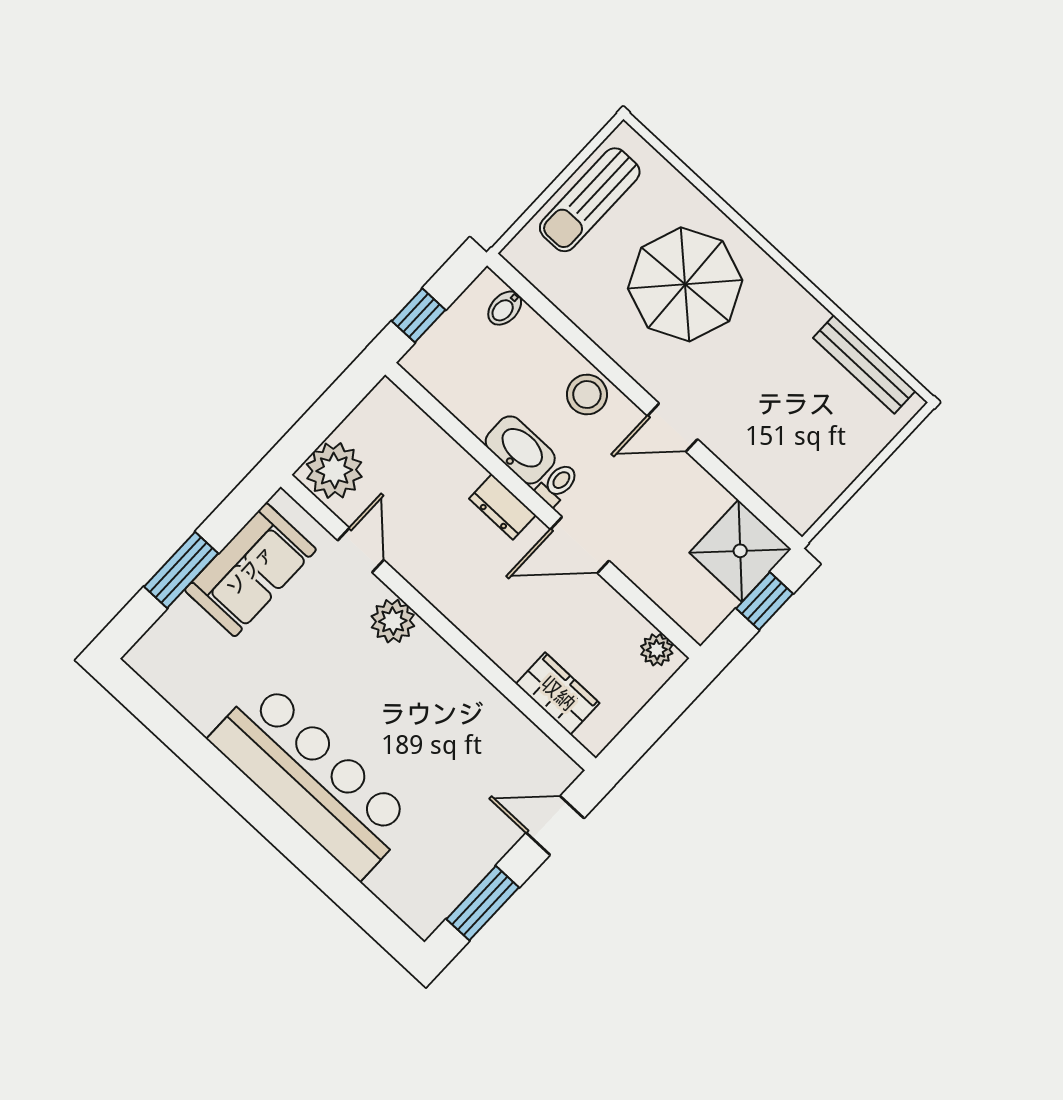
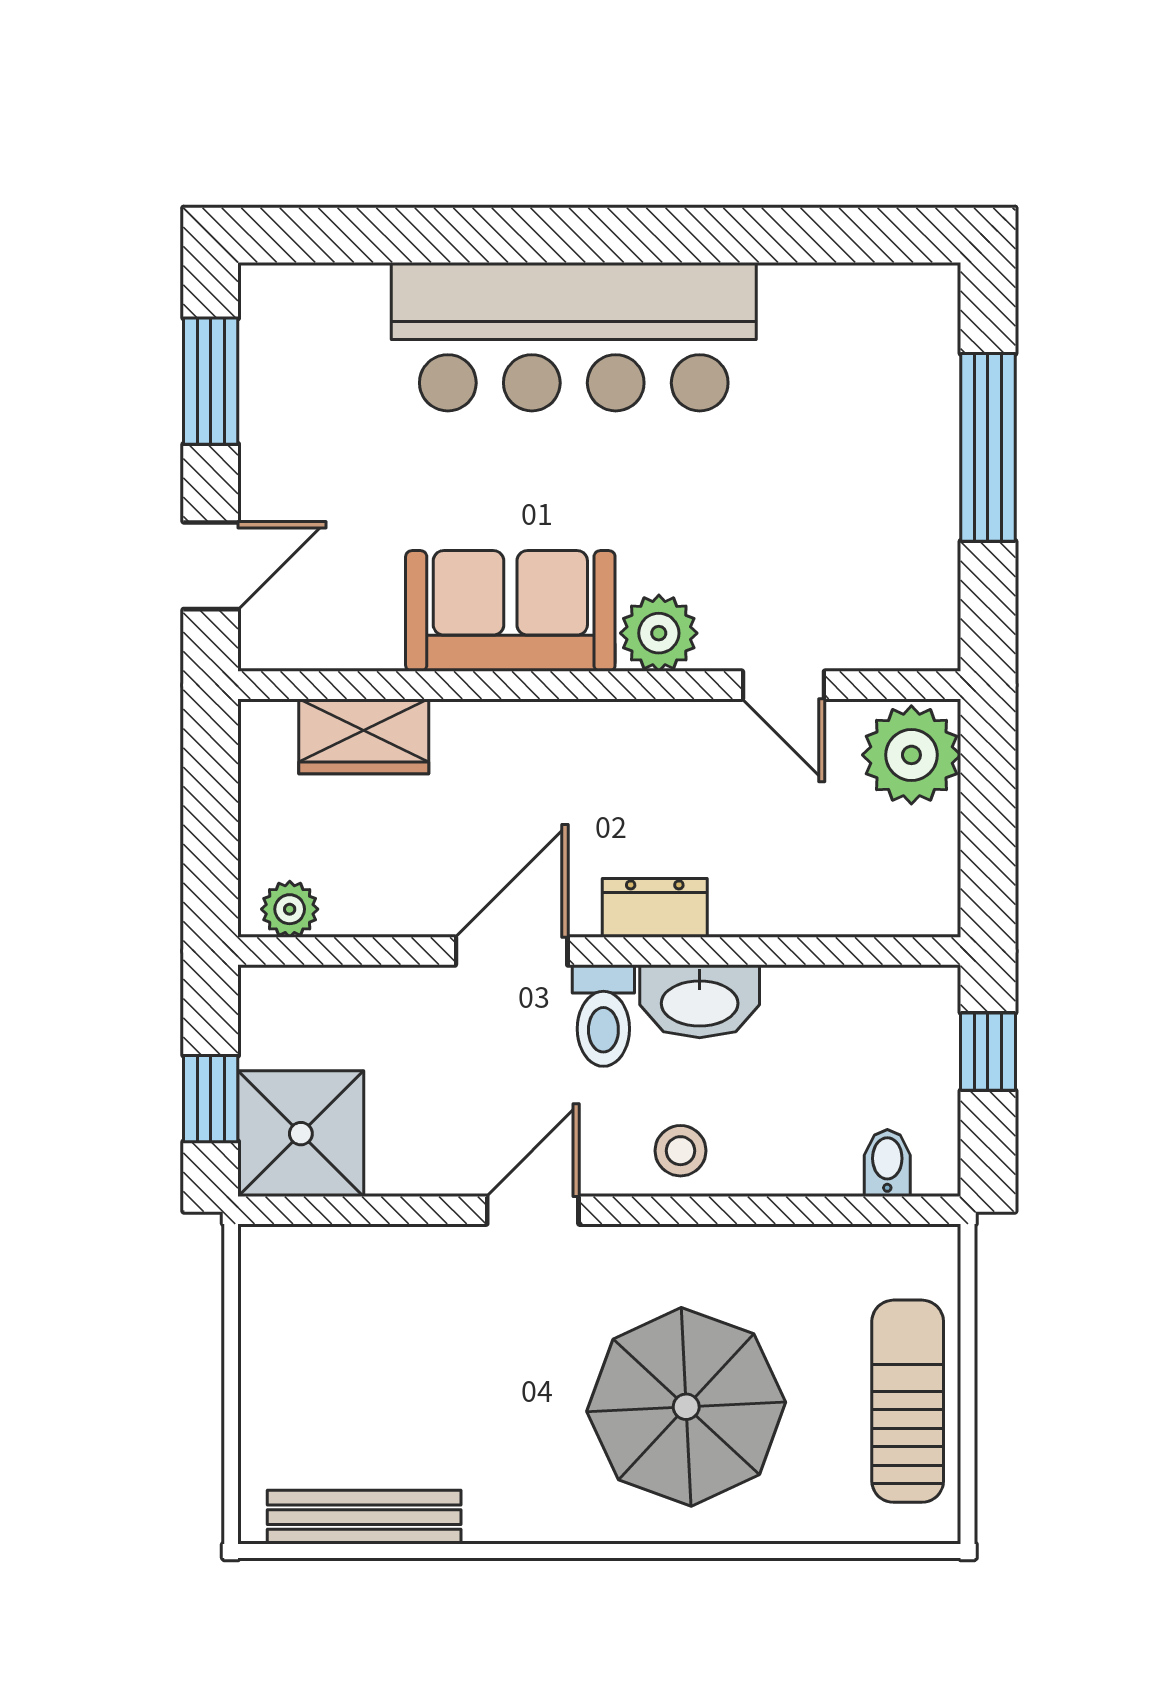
stool: (587, 394) -> (680, 1151), width x0.73, depth x0.73
toilet: (557, 484) -> (603, 1016), width x1.37, depth x1.39
window: (181, 570) -> (988, 447), width x1.44
sofa: (250, 570) -> (510, 611), moved, turned 90

